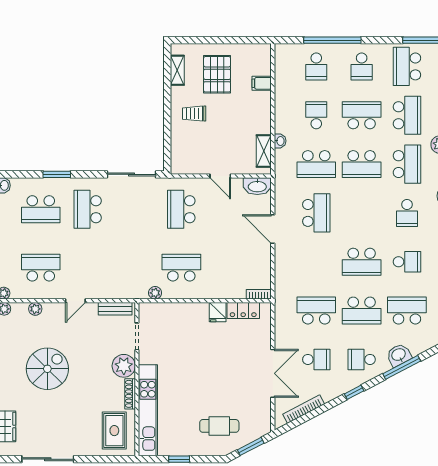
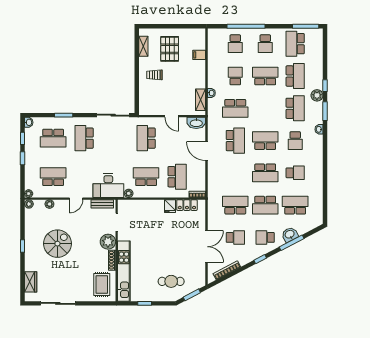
school desk: (362, 164) -> (265, 141), moved, turned 180
school desk: (228, 268) -> (177, 177), added
desk: (124, 281) -> (108, 186), added

